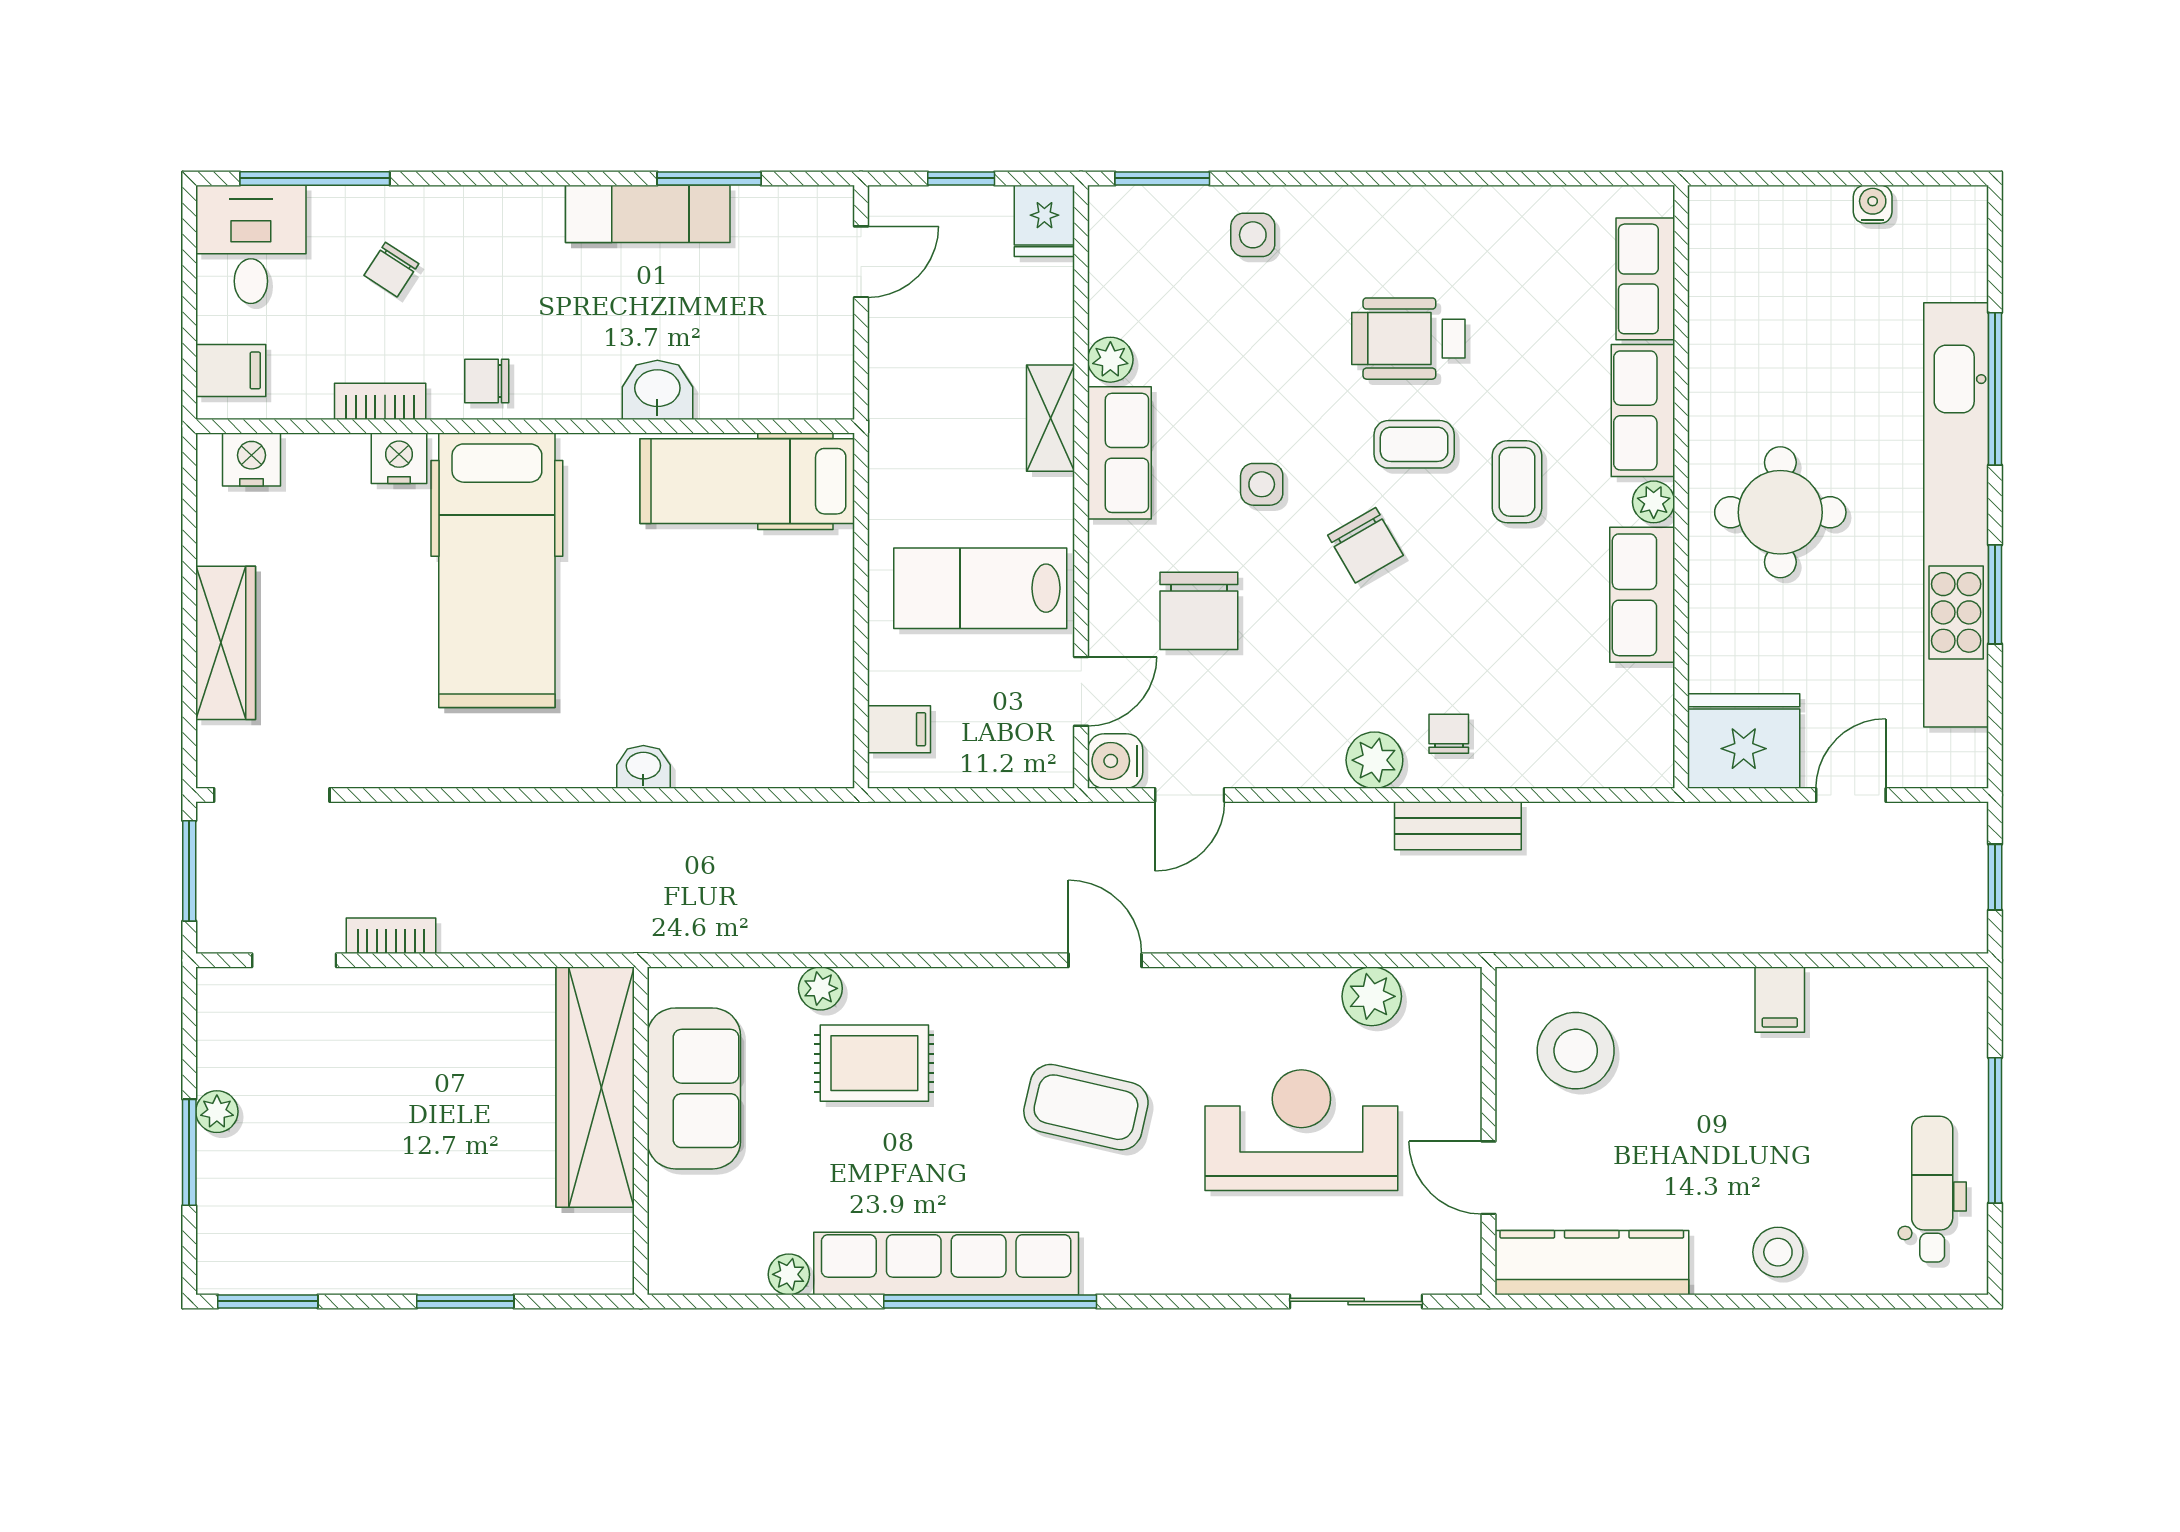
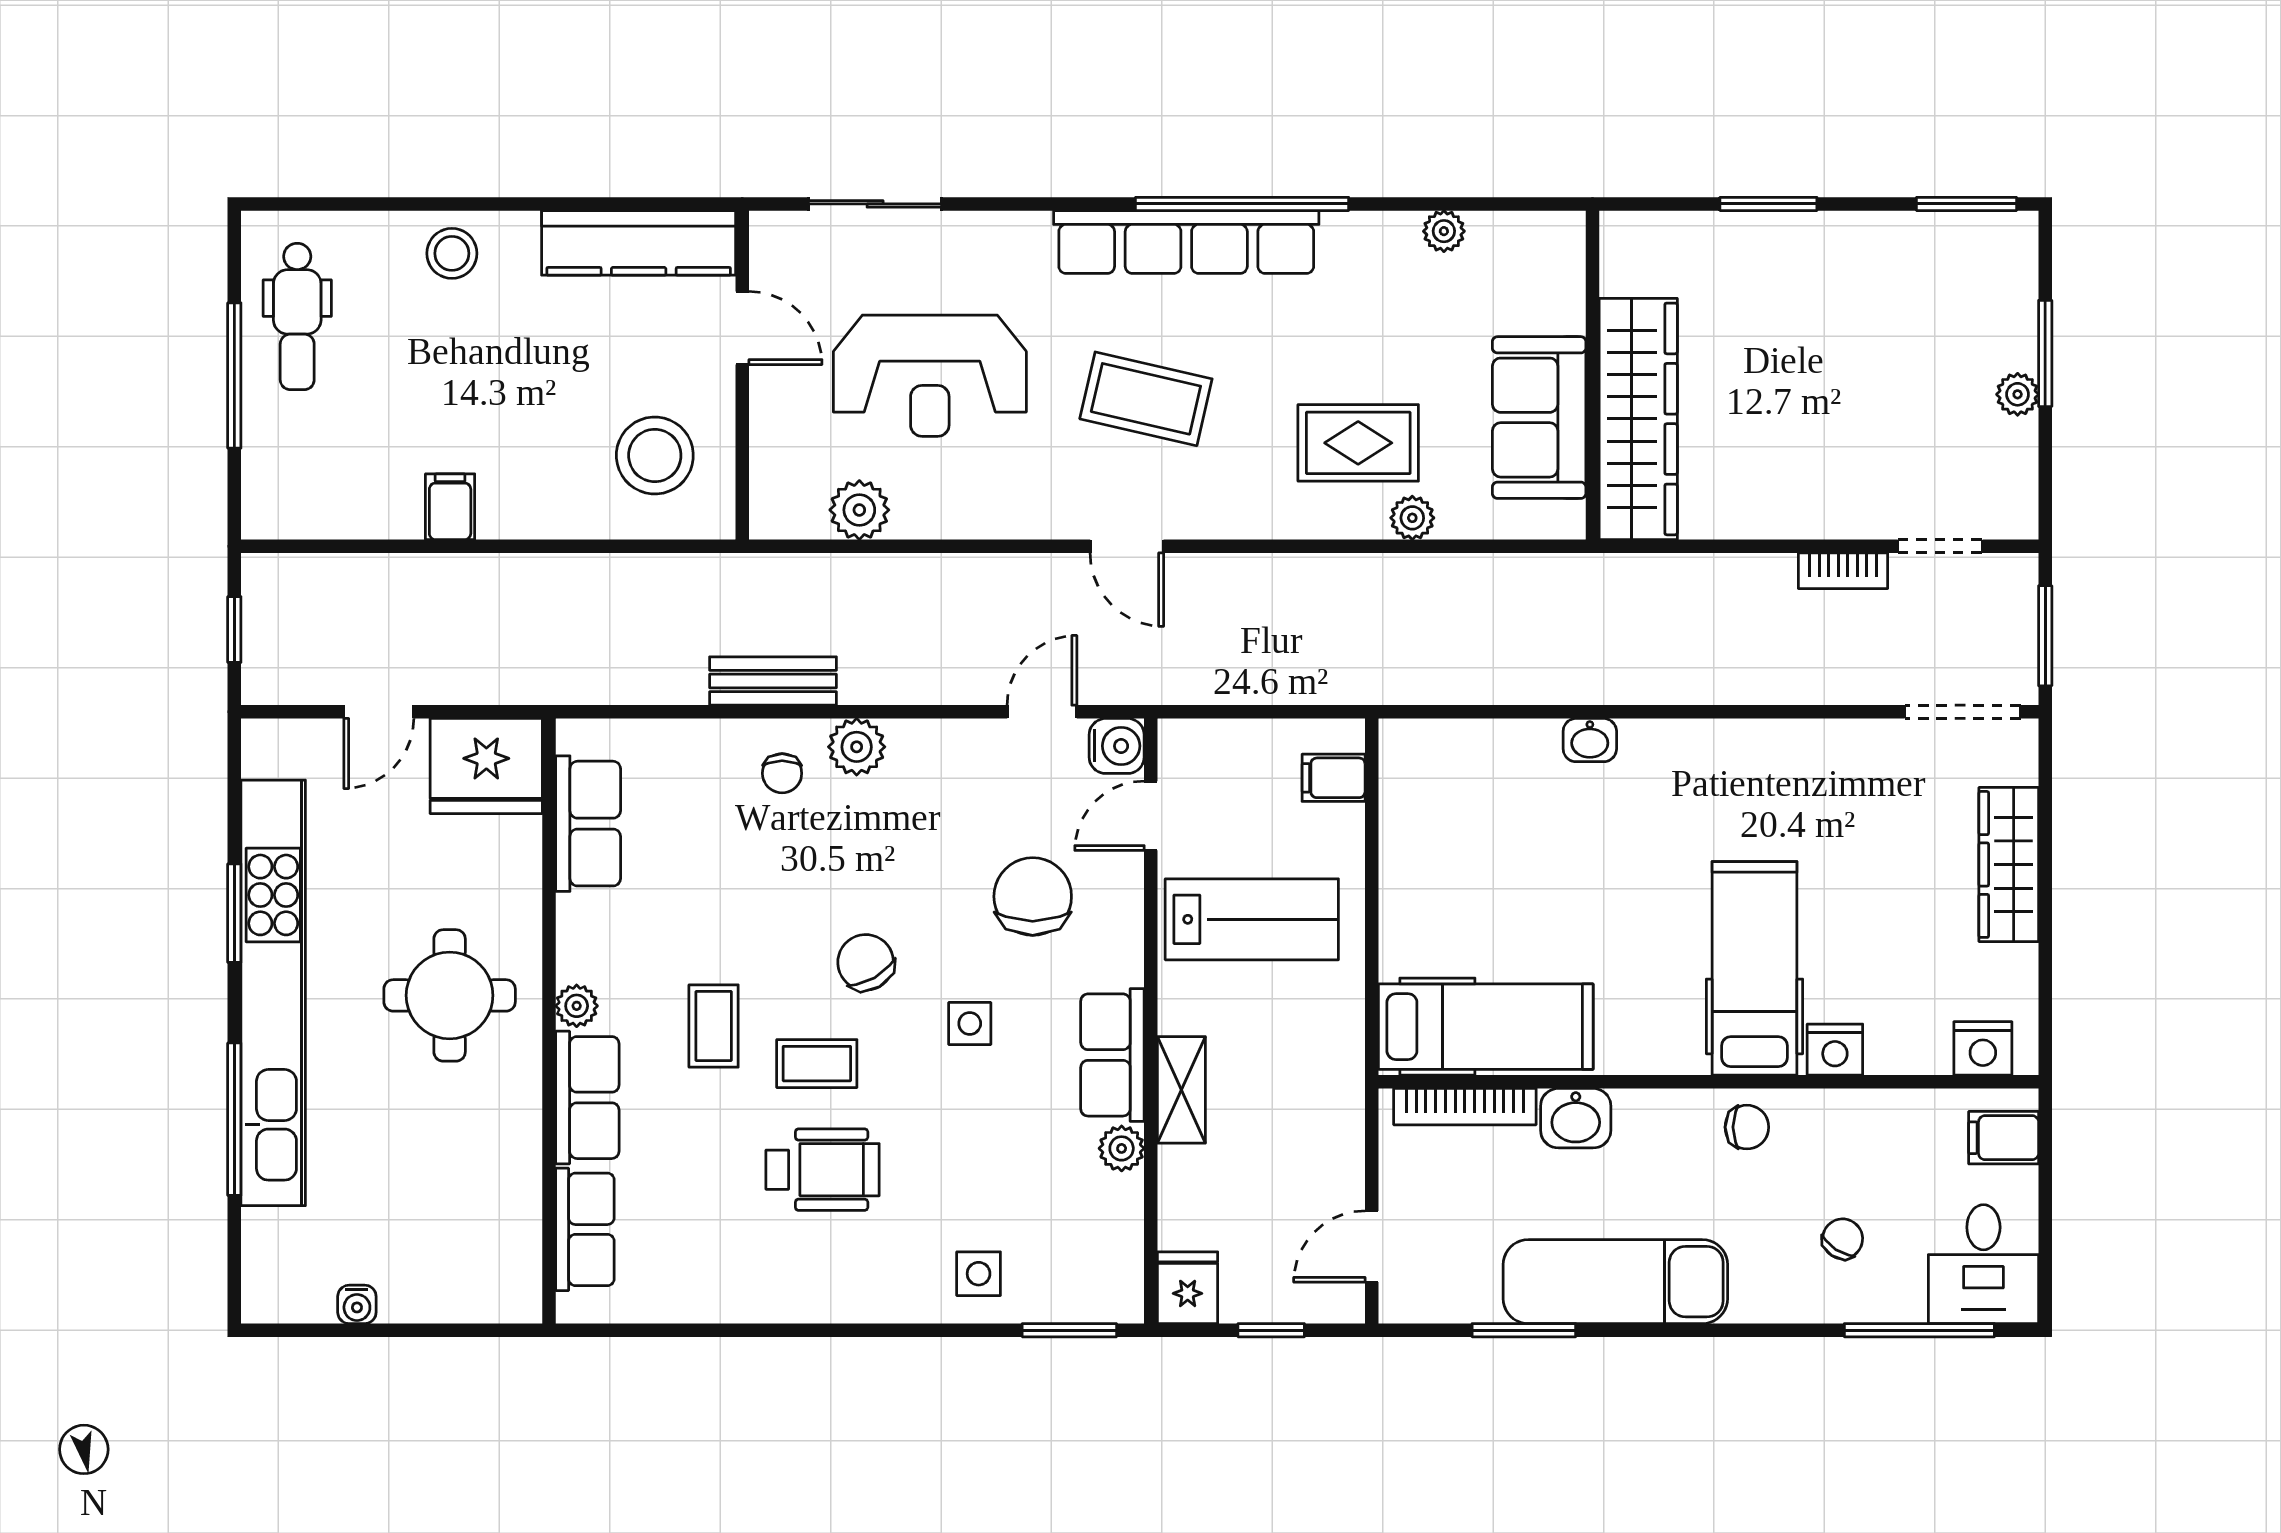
exam couch: (648, 214) -> (1615, 1282), width x1.36, depth x1.45
bookcase: (380, 401) -> (1465, 1107), moved, width x1.56
hospital bed: (497, 570) -> (1755, 968), width x0.73, depth x0.78
row of seats: (1642, 595) -> (588, 824), moved
row of seats: (946, 1263) -> (1186, 242), moved

